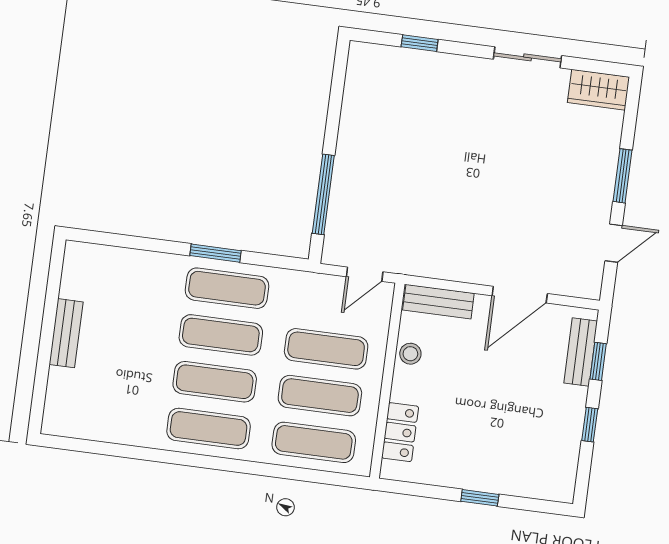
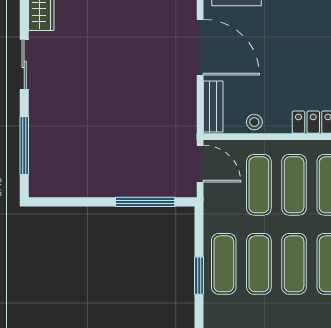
window: (420, 43) -> (24, 145), width x2.17
door: (365, 274) -> (200, 164), width x1.38
door: (520, 295) -> (200, 47), width x1.36

